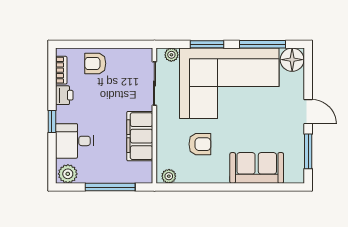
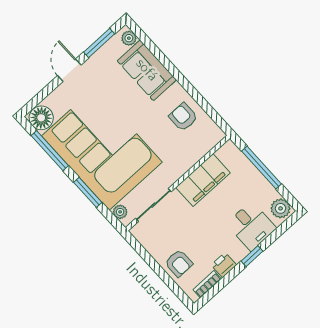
armchair: (200, 144) -> (183, 117), moved
plant: (169, 176) -> (129, 38), moved

